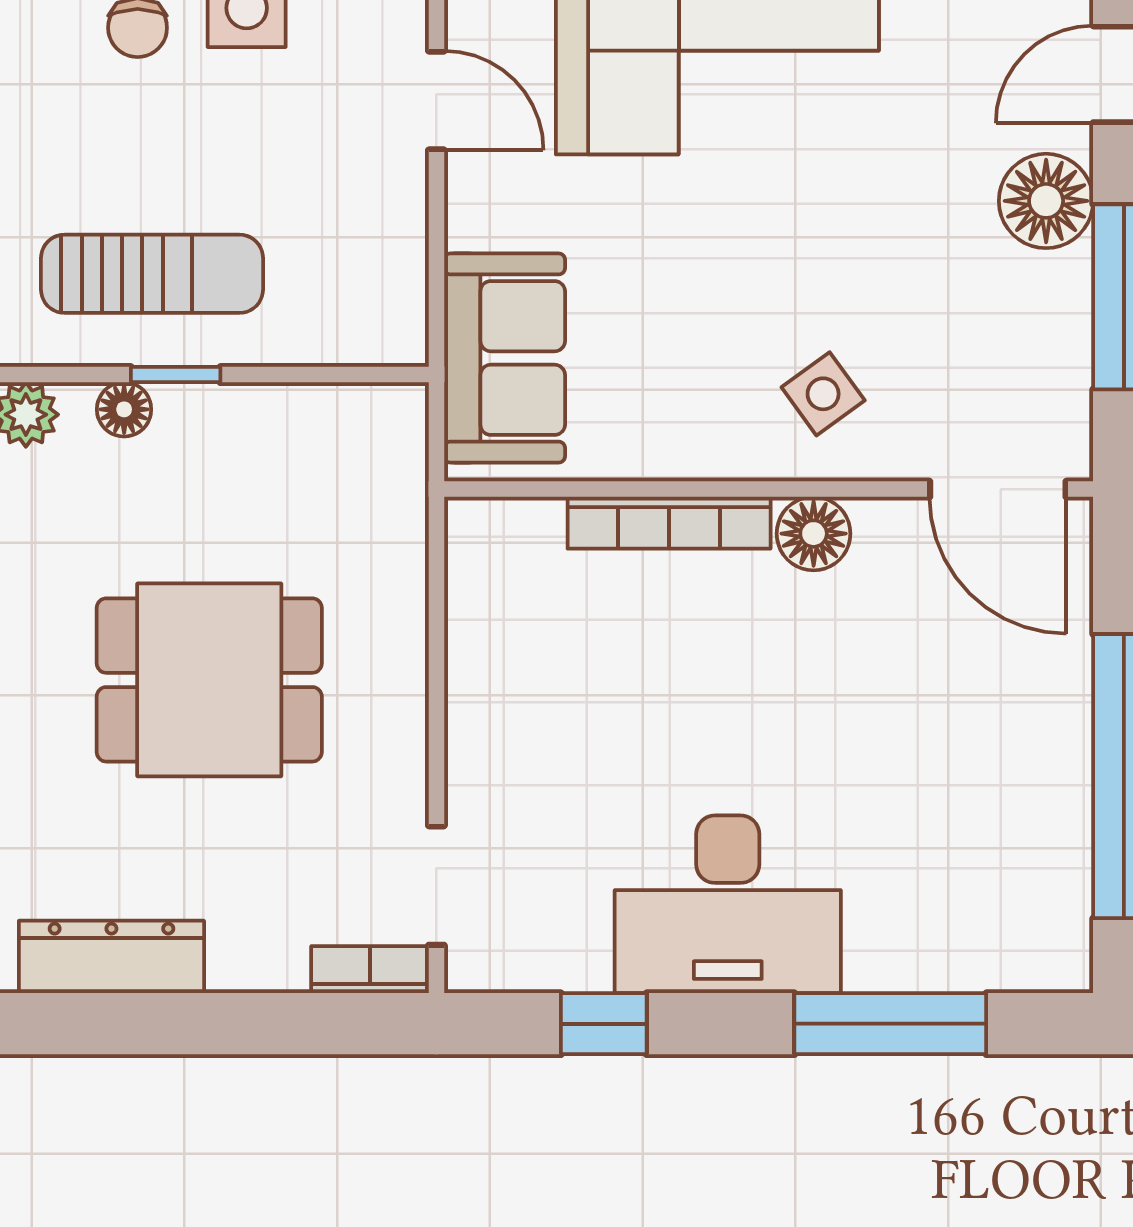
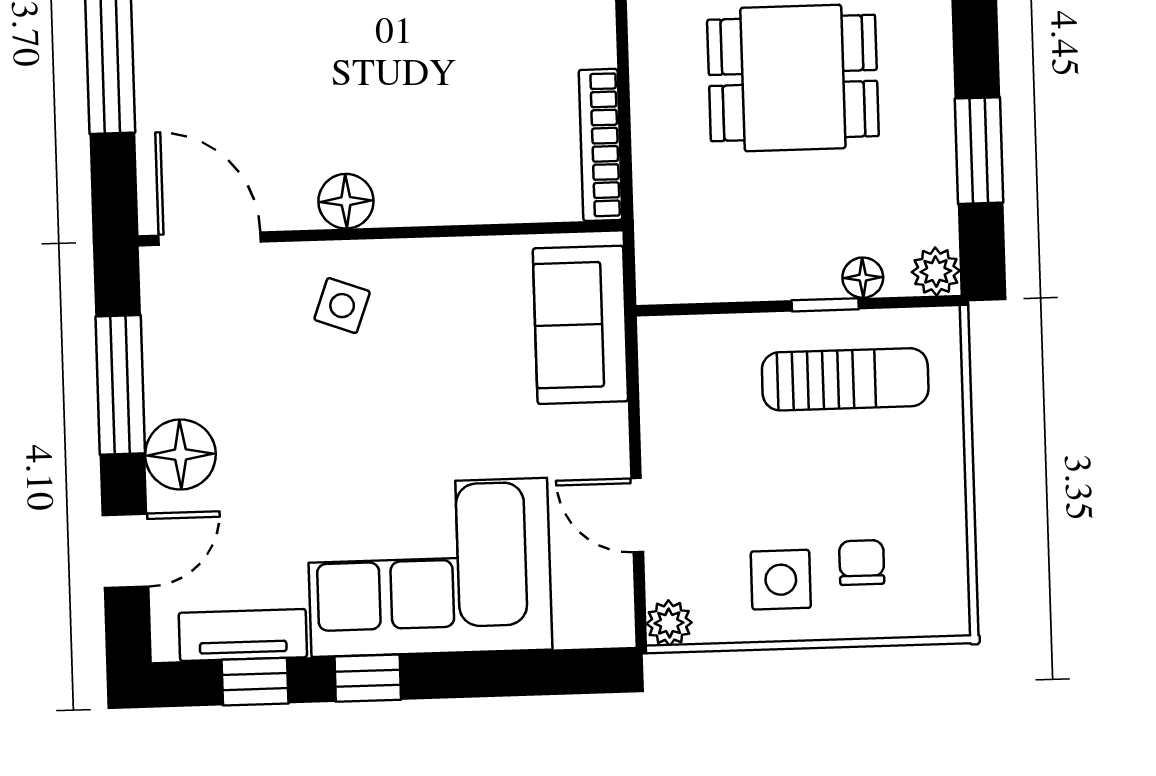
sun lounger: (152, 274) -> (845, 379), turned 180
side table: (823, 394) -> (342, 306), turned -34
bookcase: (669, 523) -> (600, 145), moved, turned -90

